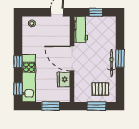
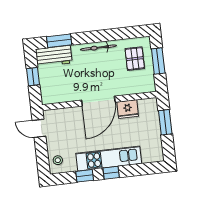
workbench: (81, 29) -> (54, 56), moved, turned 180
window: (120, 58) -> (59, 41), moved
kitchen unit: (29, 78) -> (109, 158), moved
window: (18, 89) -> (85, 176), moved

